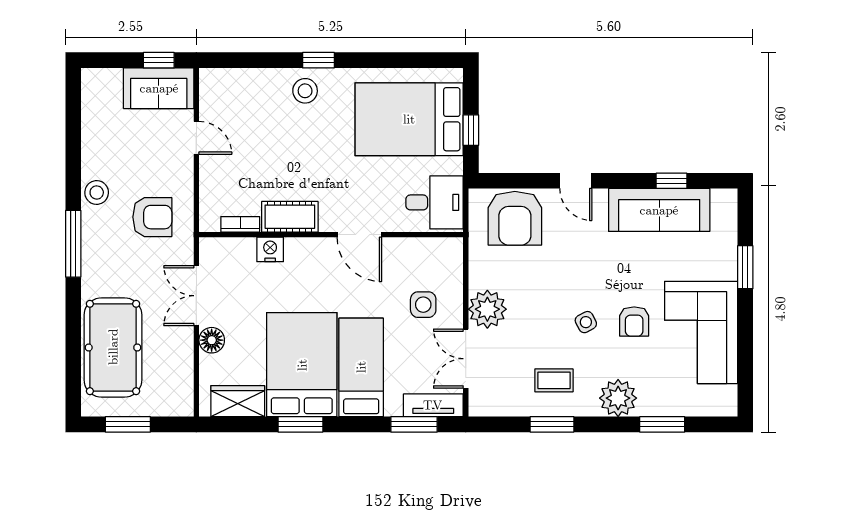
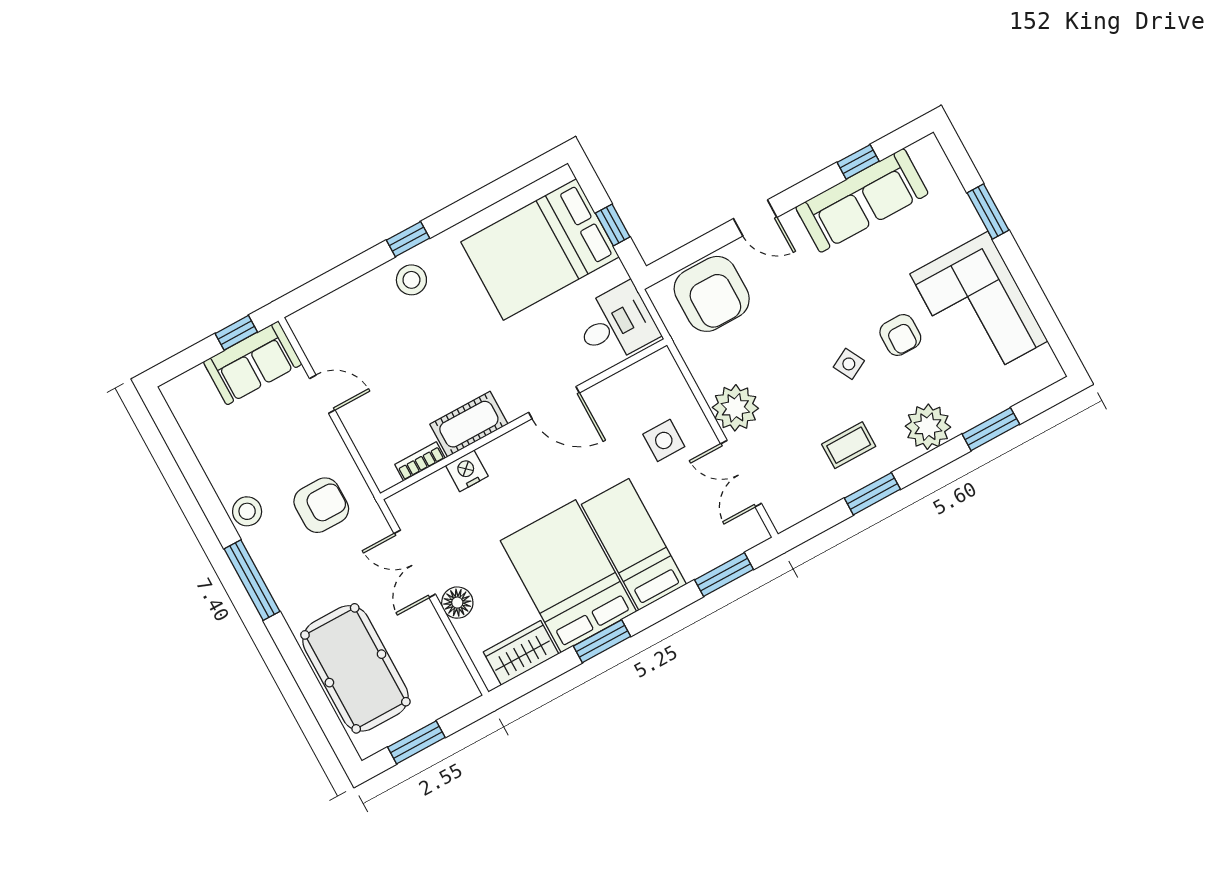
tv unit: (433, 405) -> (734, 543), removed

